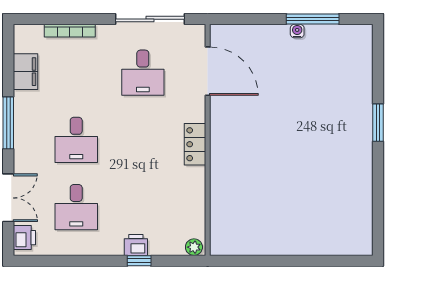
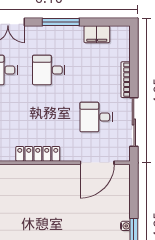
bookcase: (70, 31) -> (126, 80), moved
locker: (195, 144) -> (38, 154), width x1.53

